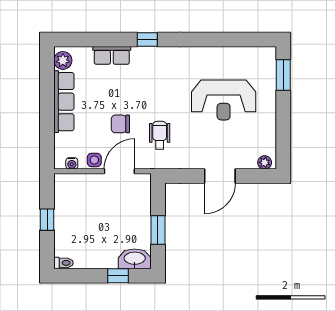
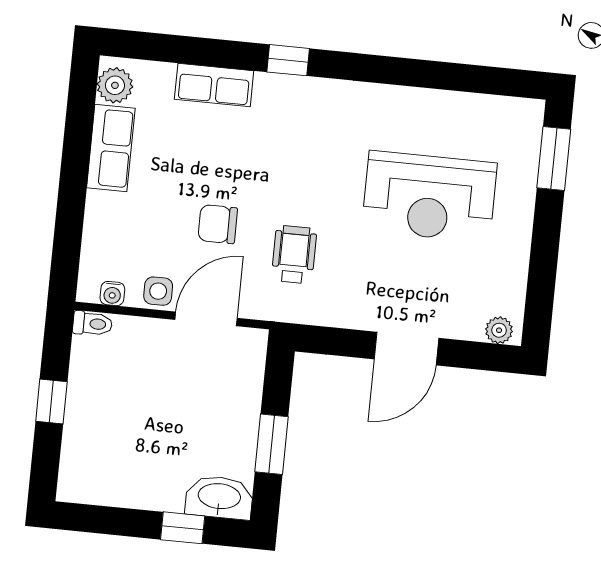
row of seats: (64, 102) -> (111, 148), width x0.68
toilet: (63, 263) -> (92, 324), moved

